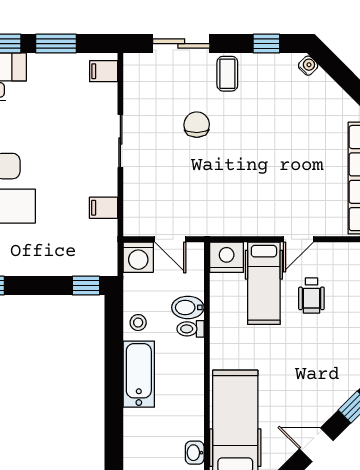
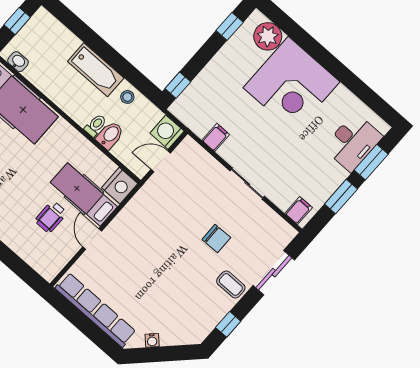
water cooler: (308, 66) -> (152, 340), moved
wheelchair: (311, 296) -> (51, 217), turned -90

